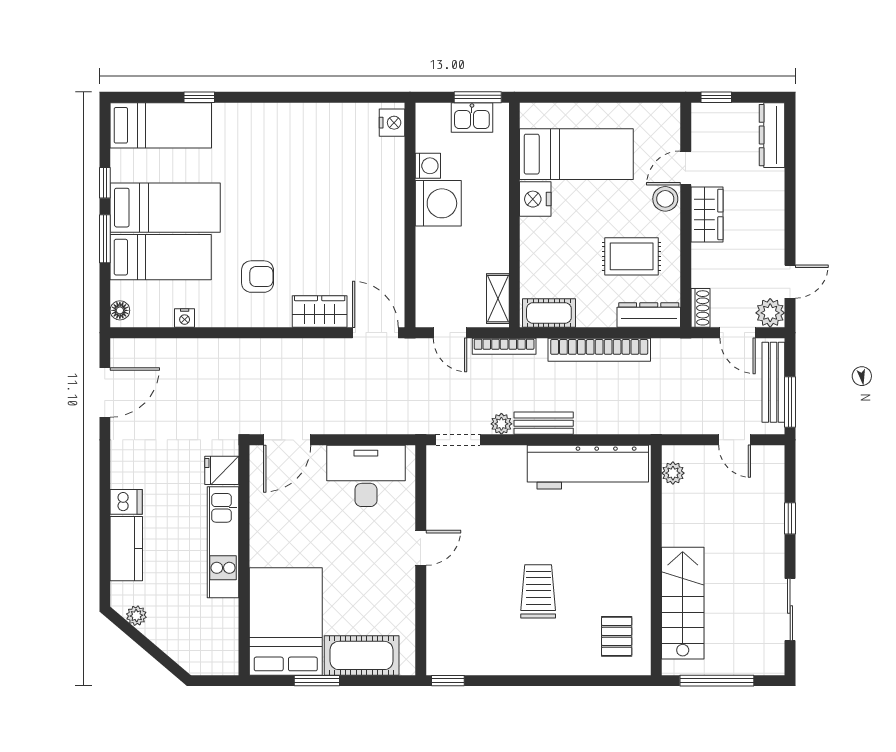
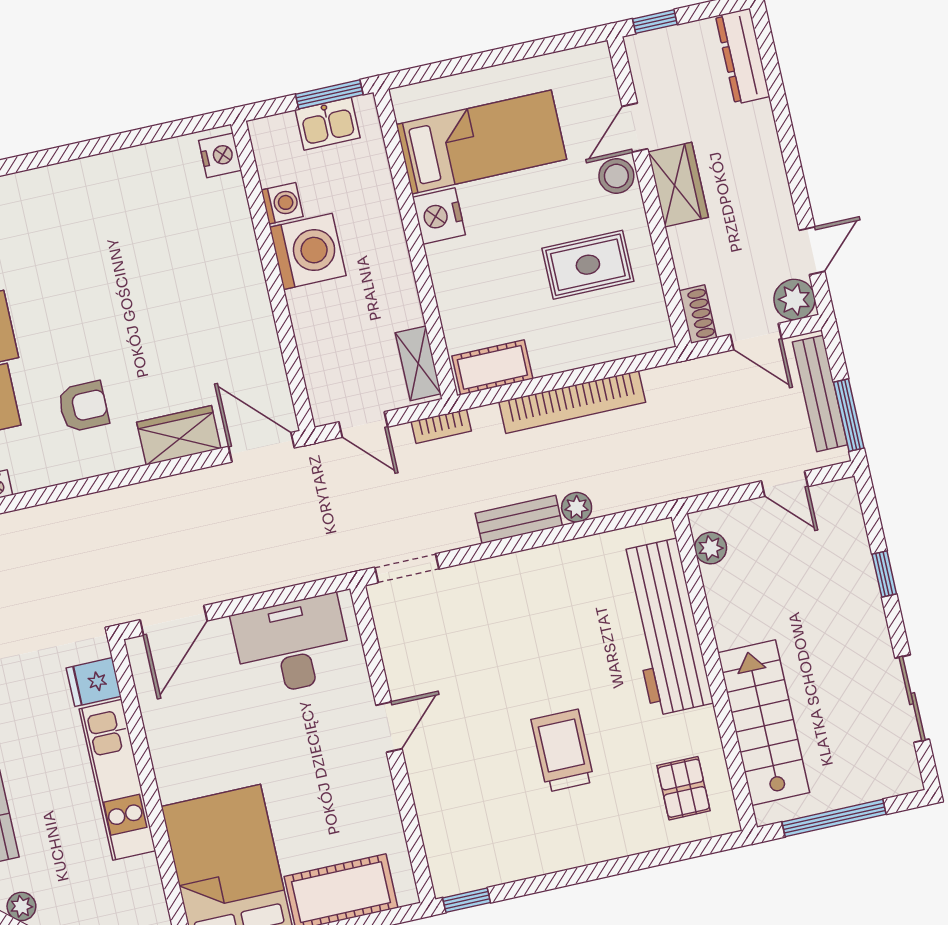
dresser: (649, 315) -> (629, 340), removed
bookcase: (504, 346) -> (441, 426), width x0.64
plant: (501, 424) -> (577, 507), moved
workbench: (588, 467) -> (665, 627), moved, turned 90

